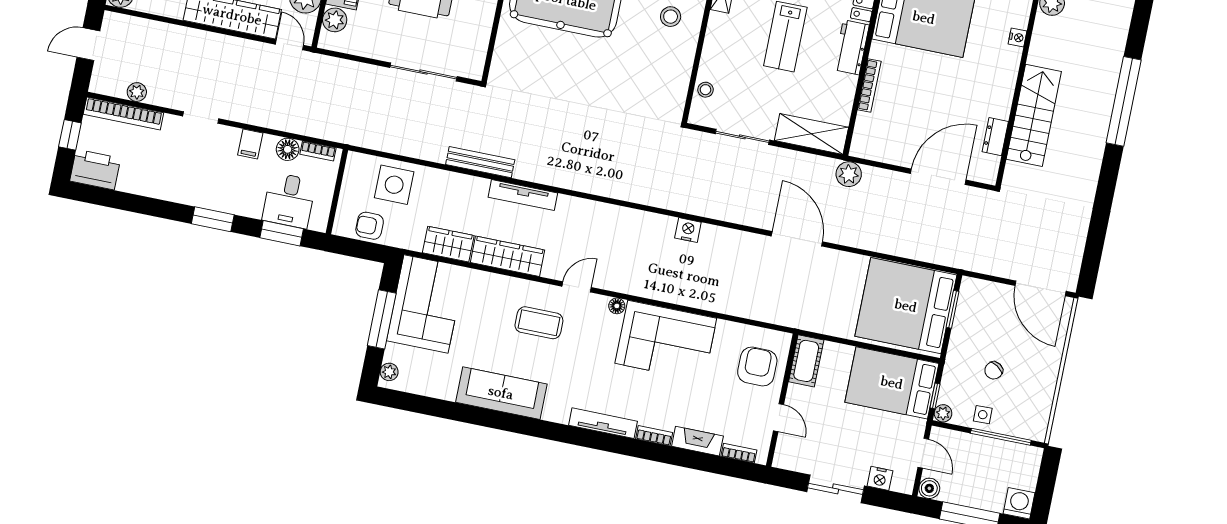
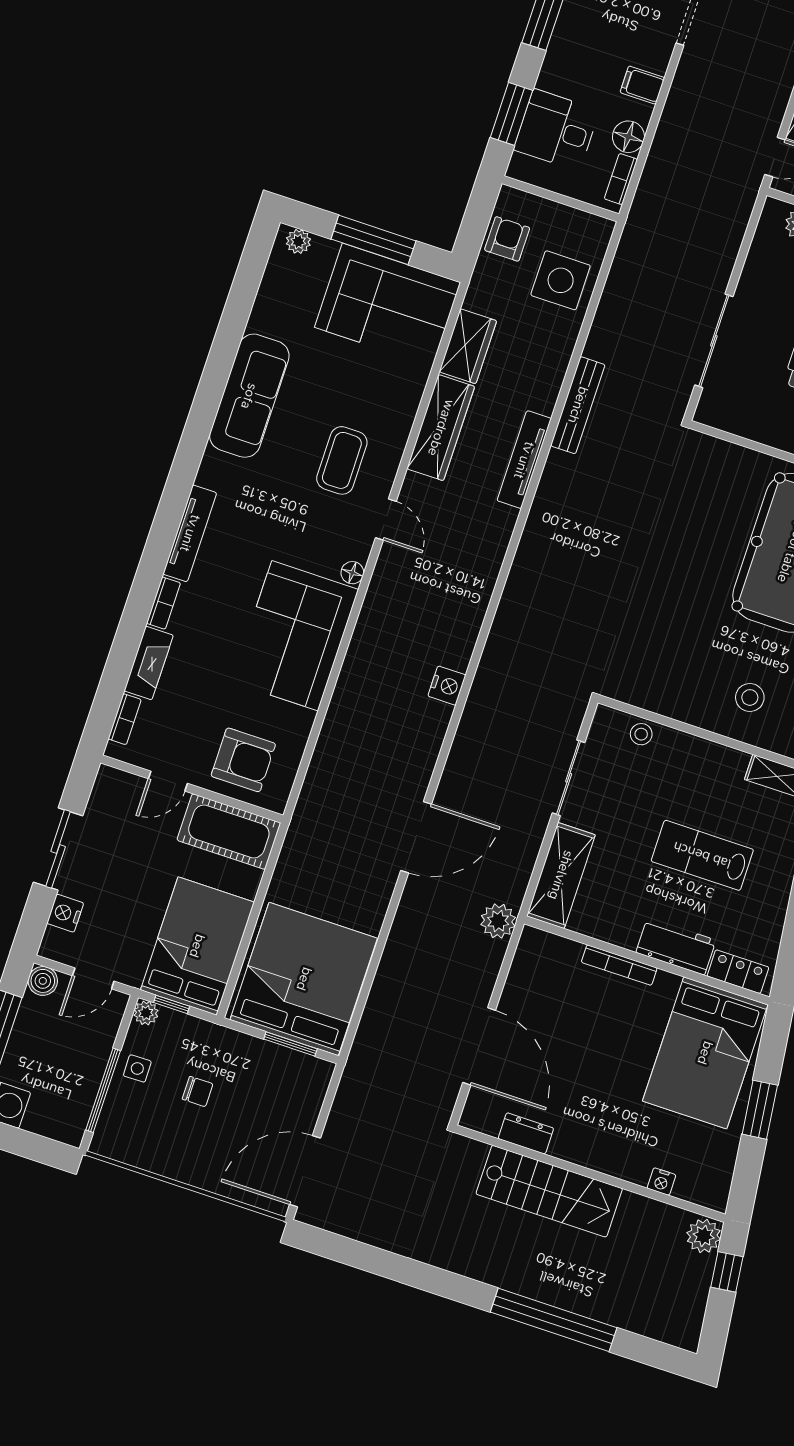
cot: (806, 361) -> (229, 831), width x1.37, depth x1.34
chair: (994, 370) -> (198, 1091), turned 147

